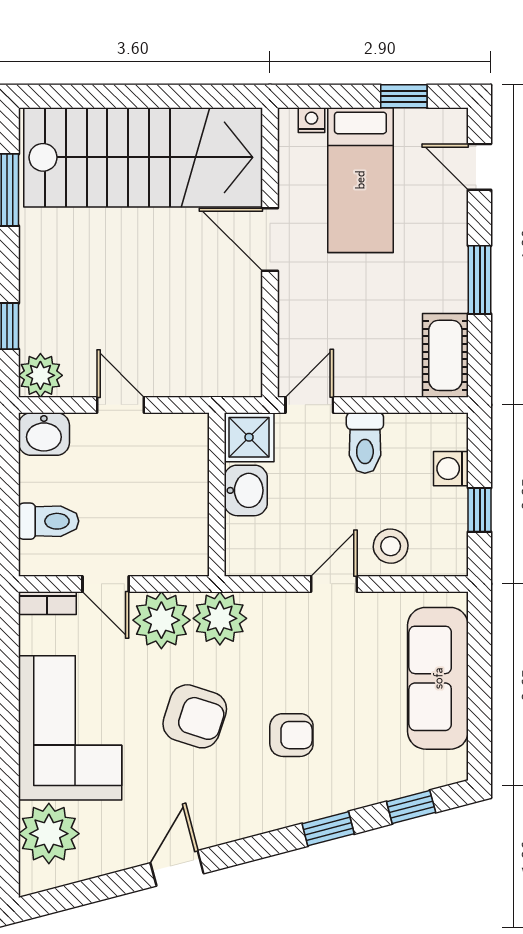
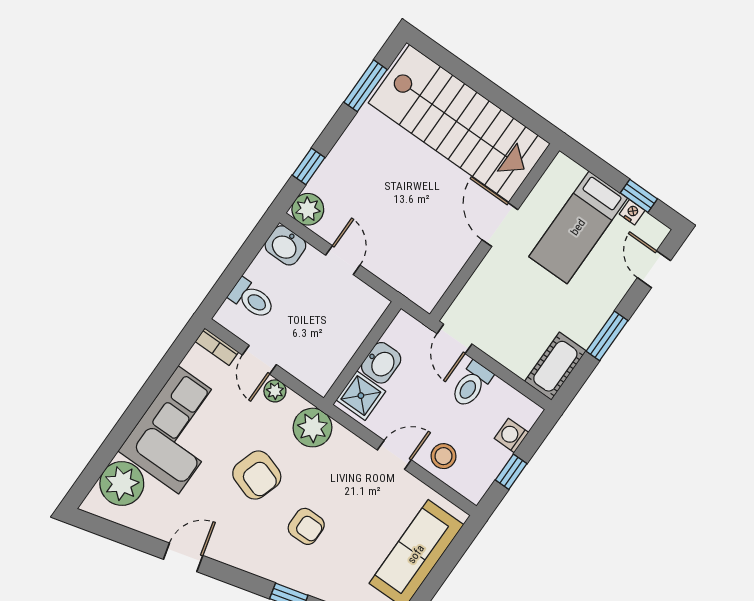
nightstand: (312, 120) -> (632, 212), moved
door: (309, 405) -> (454, 339), swing flipped
shower: (249, 437) -> (361, 396), moved
plant: (161, 620) -> (275, 391), width x0.53, depth x0.53

